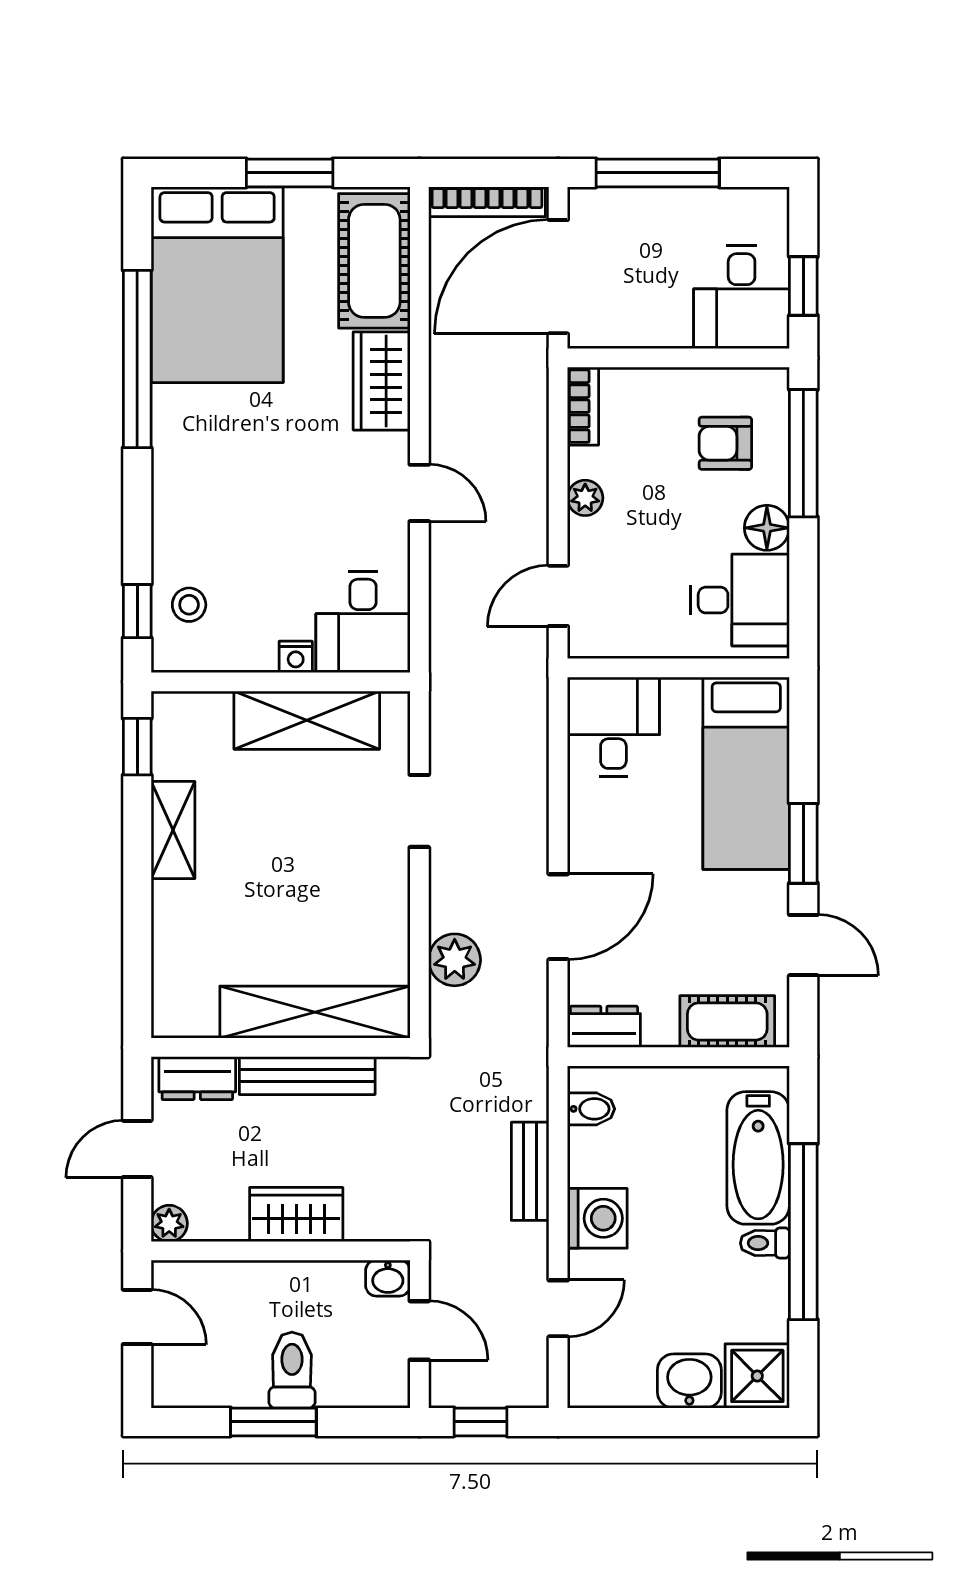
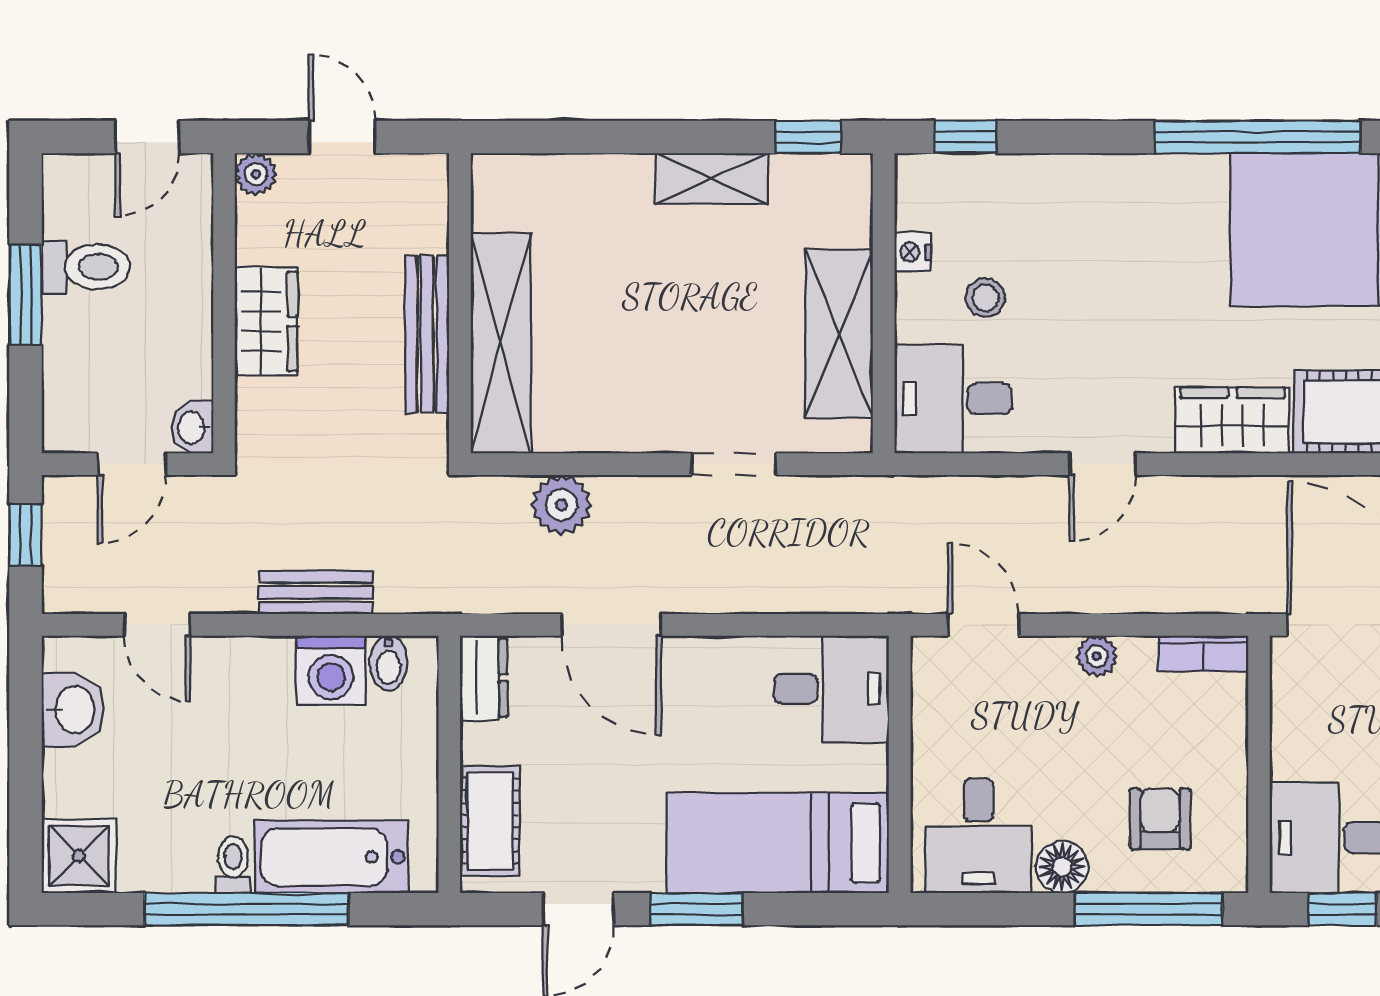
stool: (189, 605) -> (985, 298), moved
nightstand: (296, 657) -> (913, 252), moved
dresser: (197, 1078) -> (424, 207), removed
washing machine: (597, 1218) -> (331, 670), moved
toilet: (292, 1370) -> (86, 267), moved
washbasin: (689, 1381) -> (73, 710), moved

